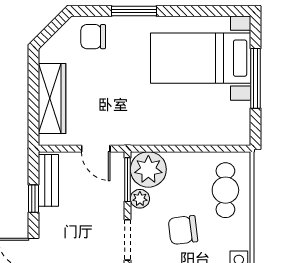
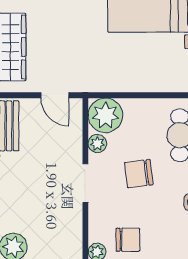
window: (128, 180) -> (85, 125), removed

